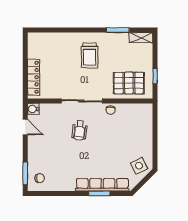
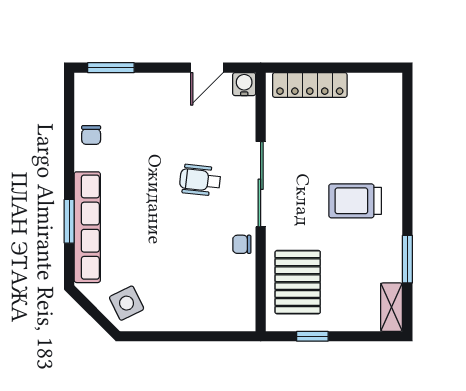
chair: (40, 178) -> (91, 135), moved

